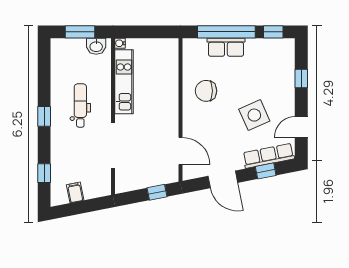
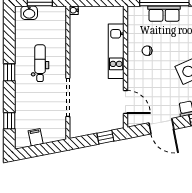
washbasin: (96, 46) -> (29, 13), moved
kitchen unit: (124, 82) -> (116, 51), moved, turned 180
chair: (206, 91) -> (147, 51), width x0.54, depth x0.54

